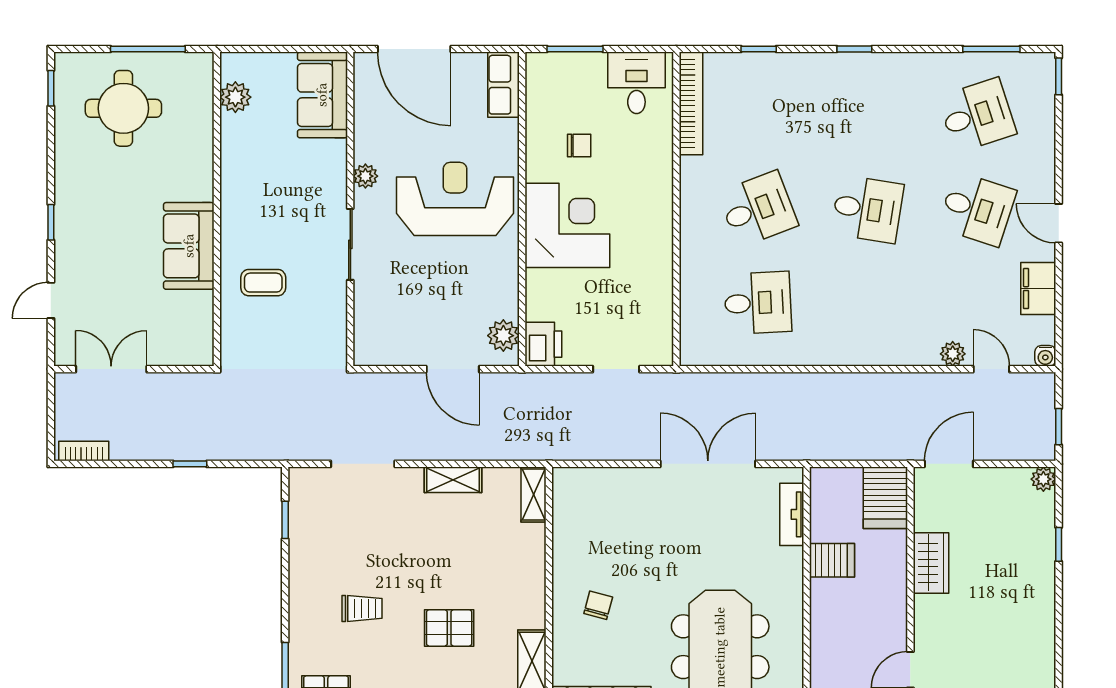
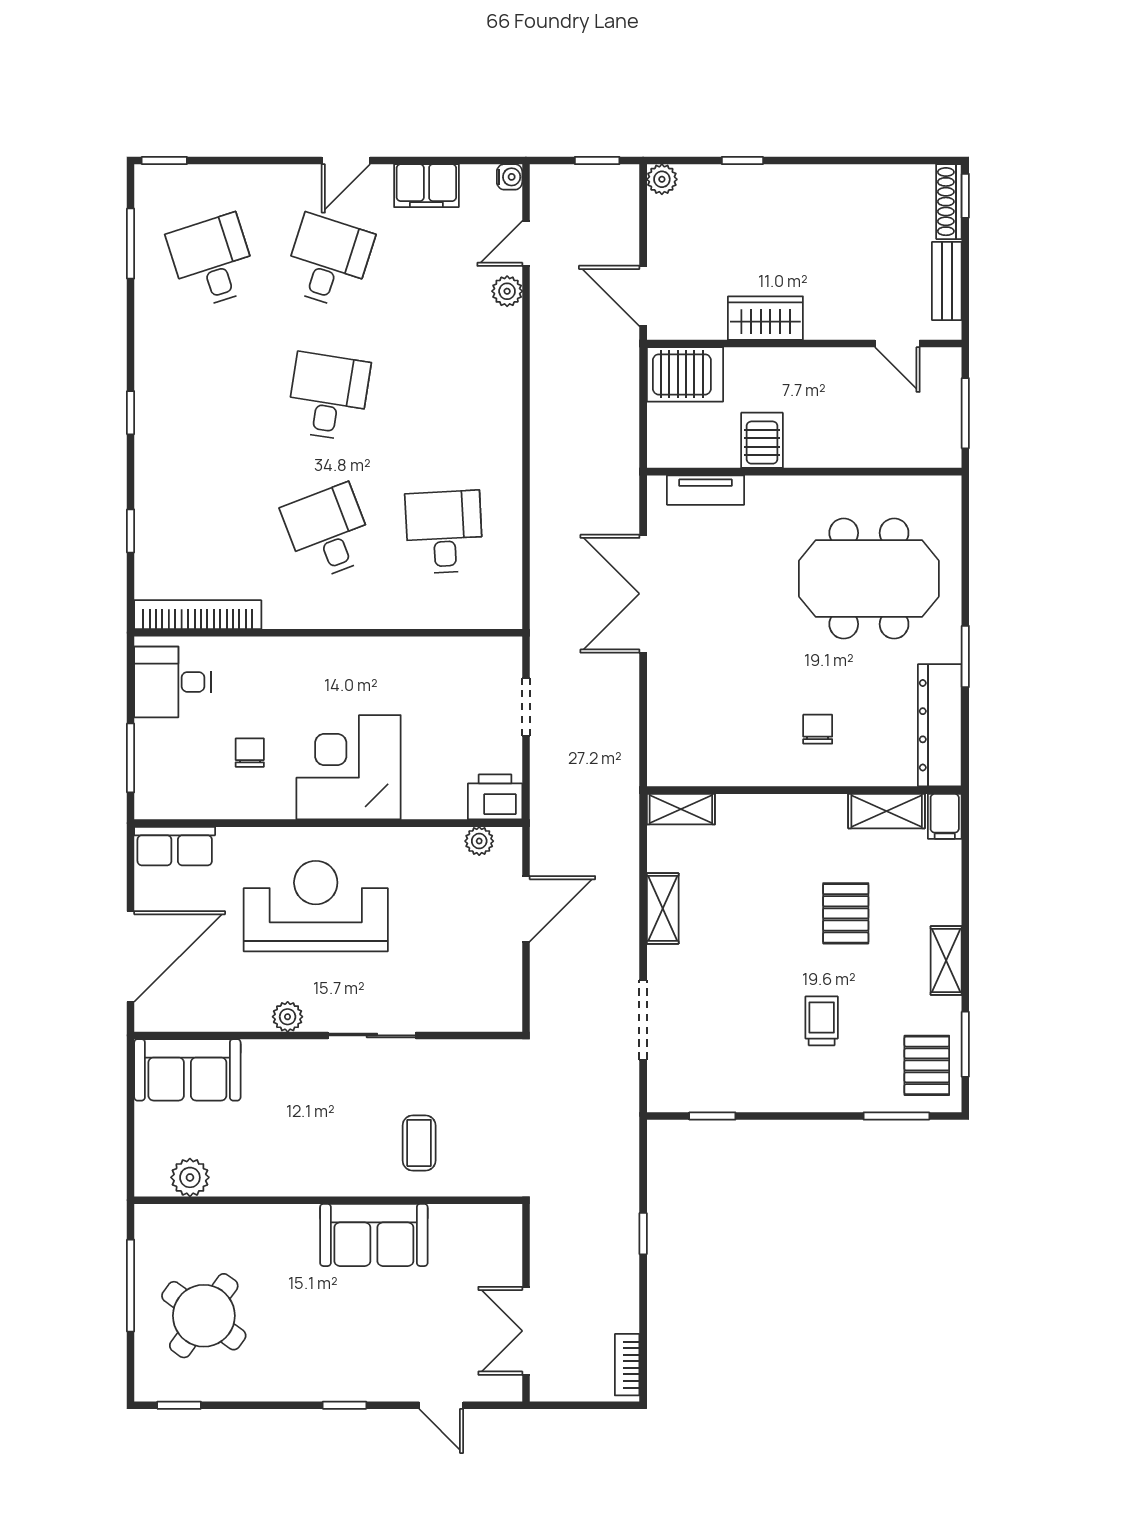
round table: (123, 108) -> (204, 1316), turned 36
reception desk: (455, 199) -> (316, 906), turned 90
plant: (503, 336) -> (479, 841), width x0.73, depth x0.73
chair: (598, 605) -> (818, 729), turned 75

